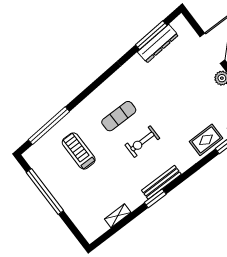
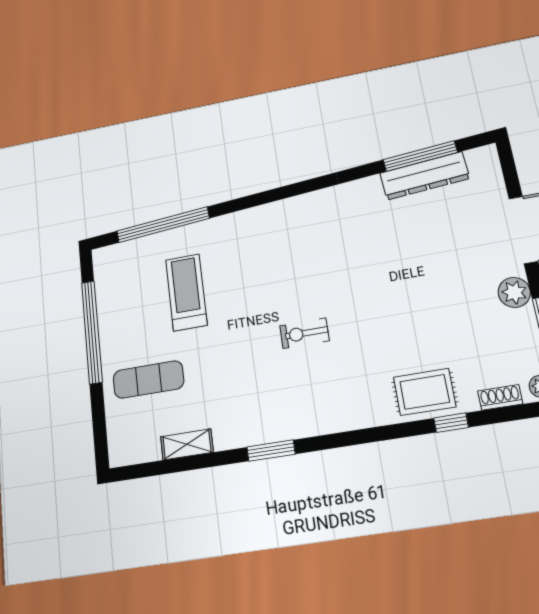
exercise mat: (119, 116) -> (148, 380), moved
exercise bike: (142, 142) -> (304, 333), width x0.73, depth x0.72
bench: (161, 182) -> (298, 426), removed

